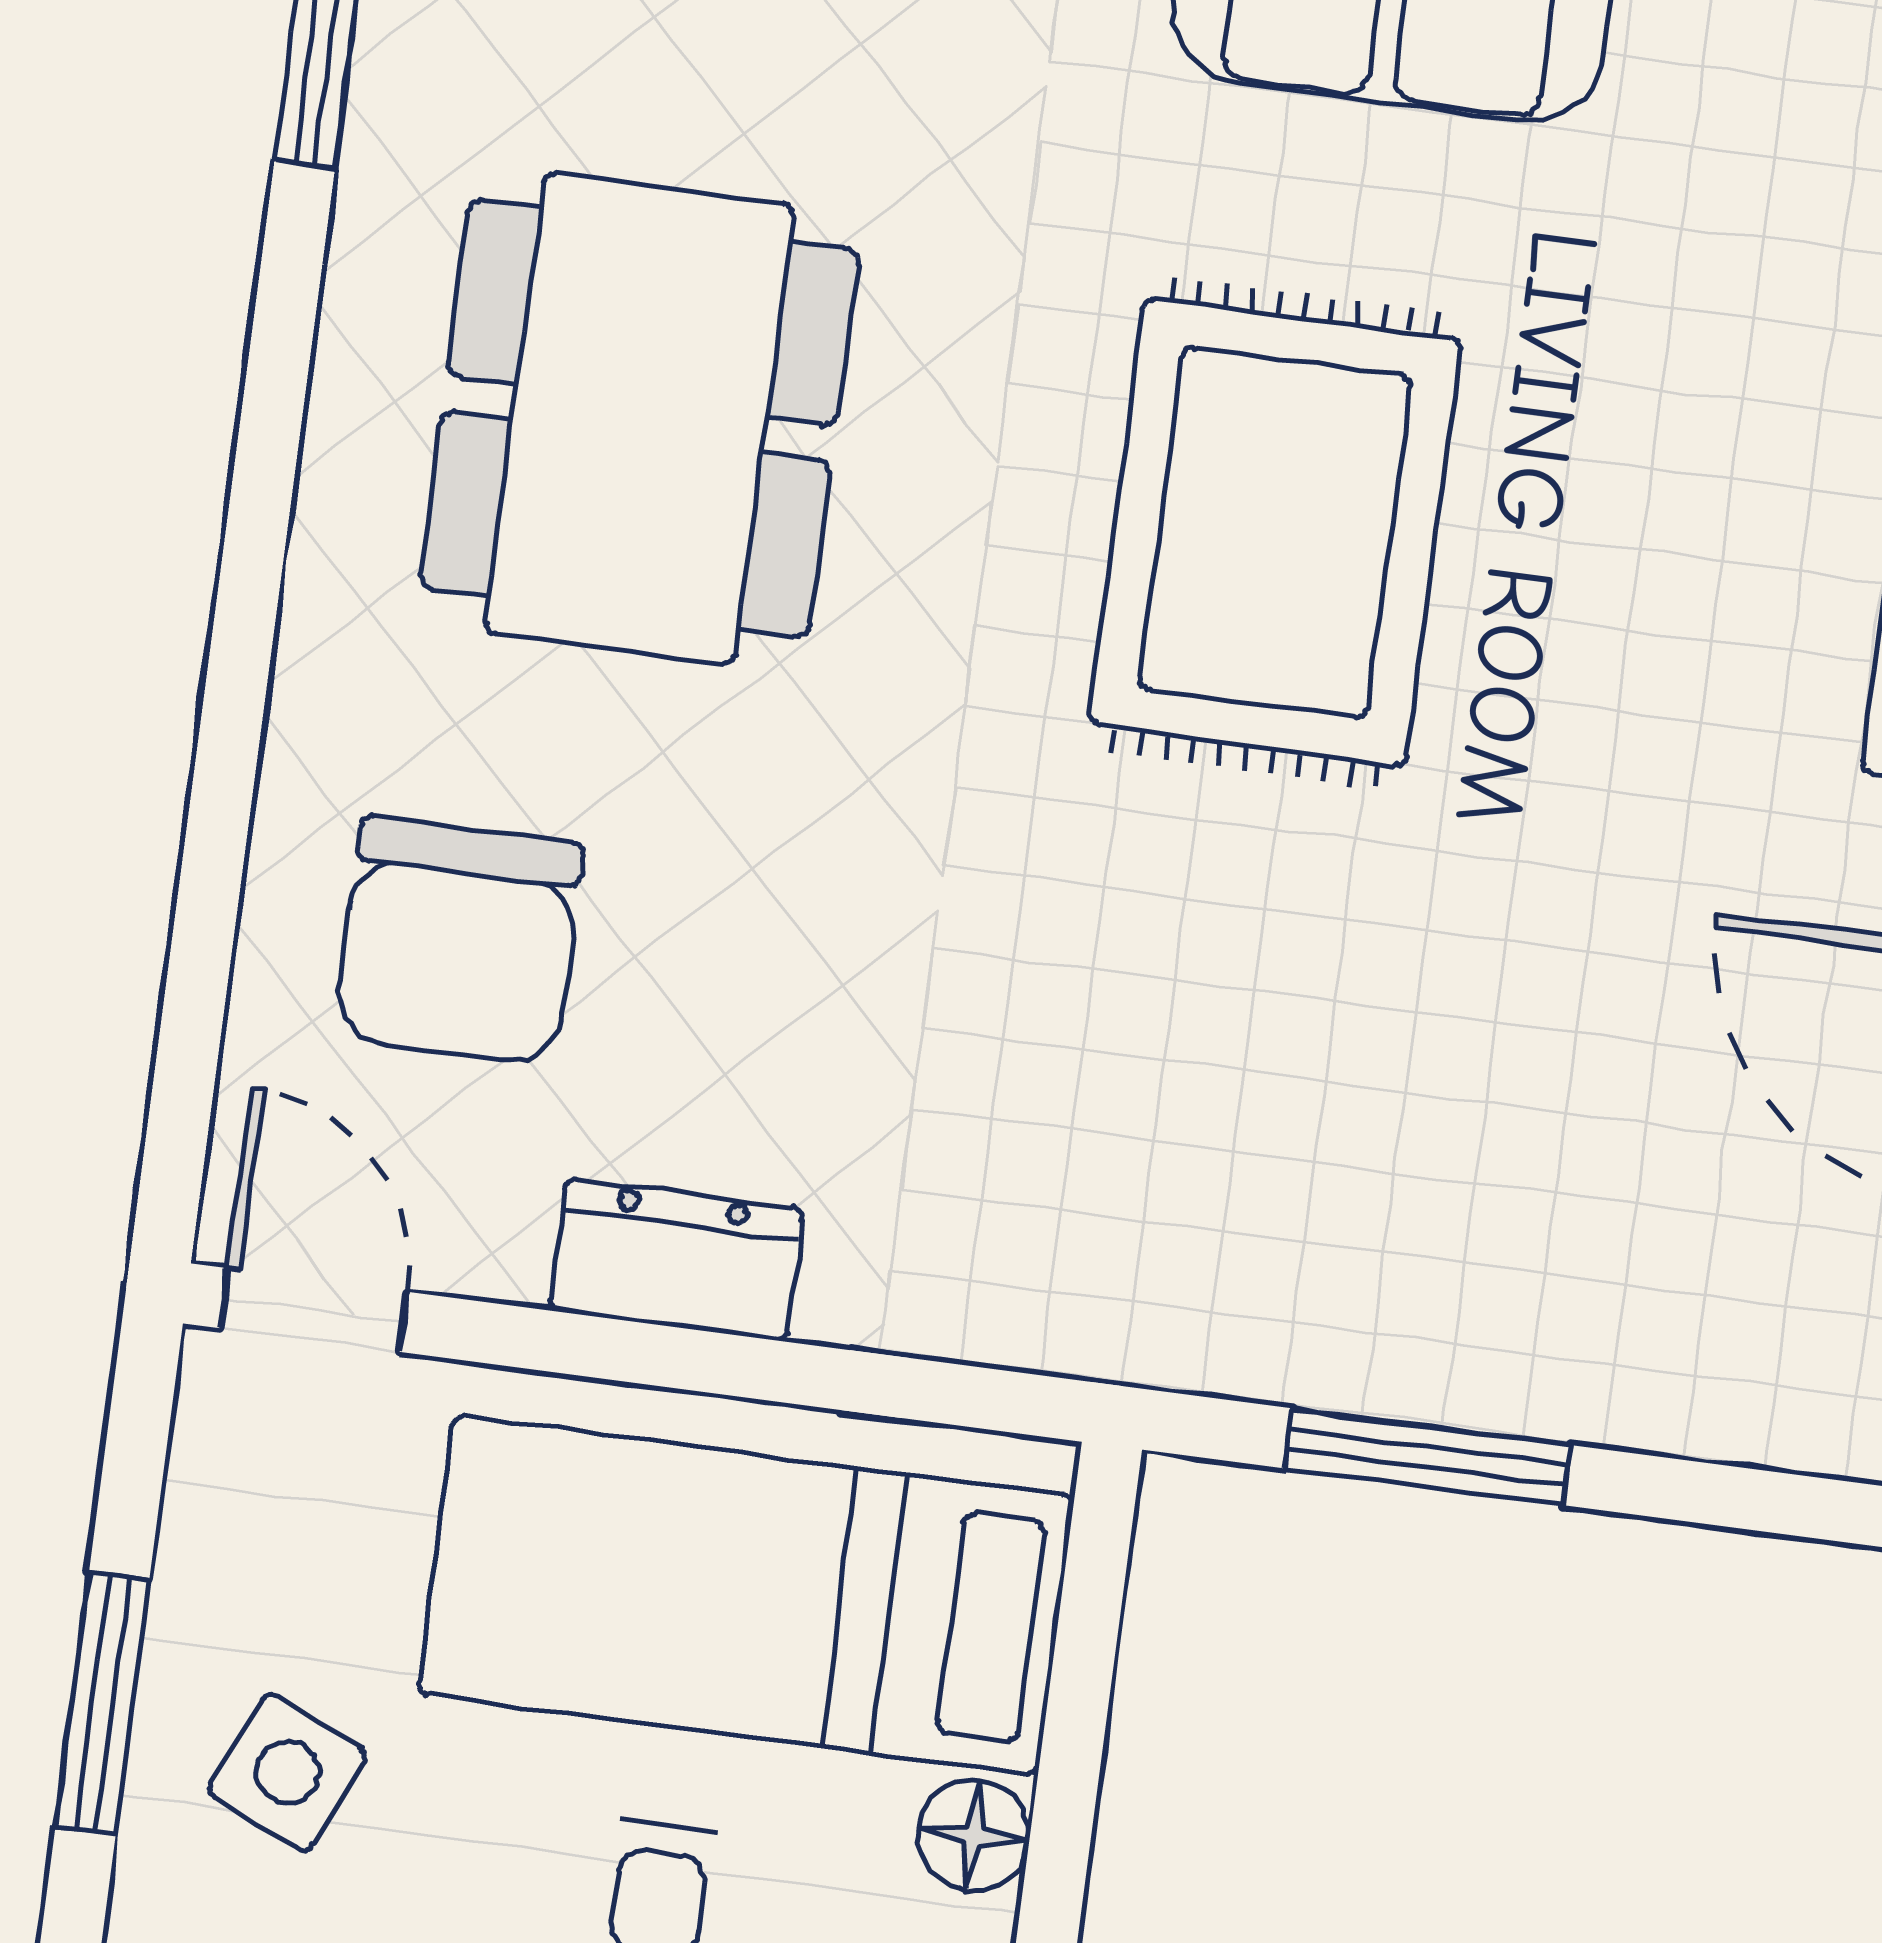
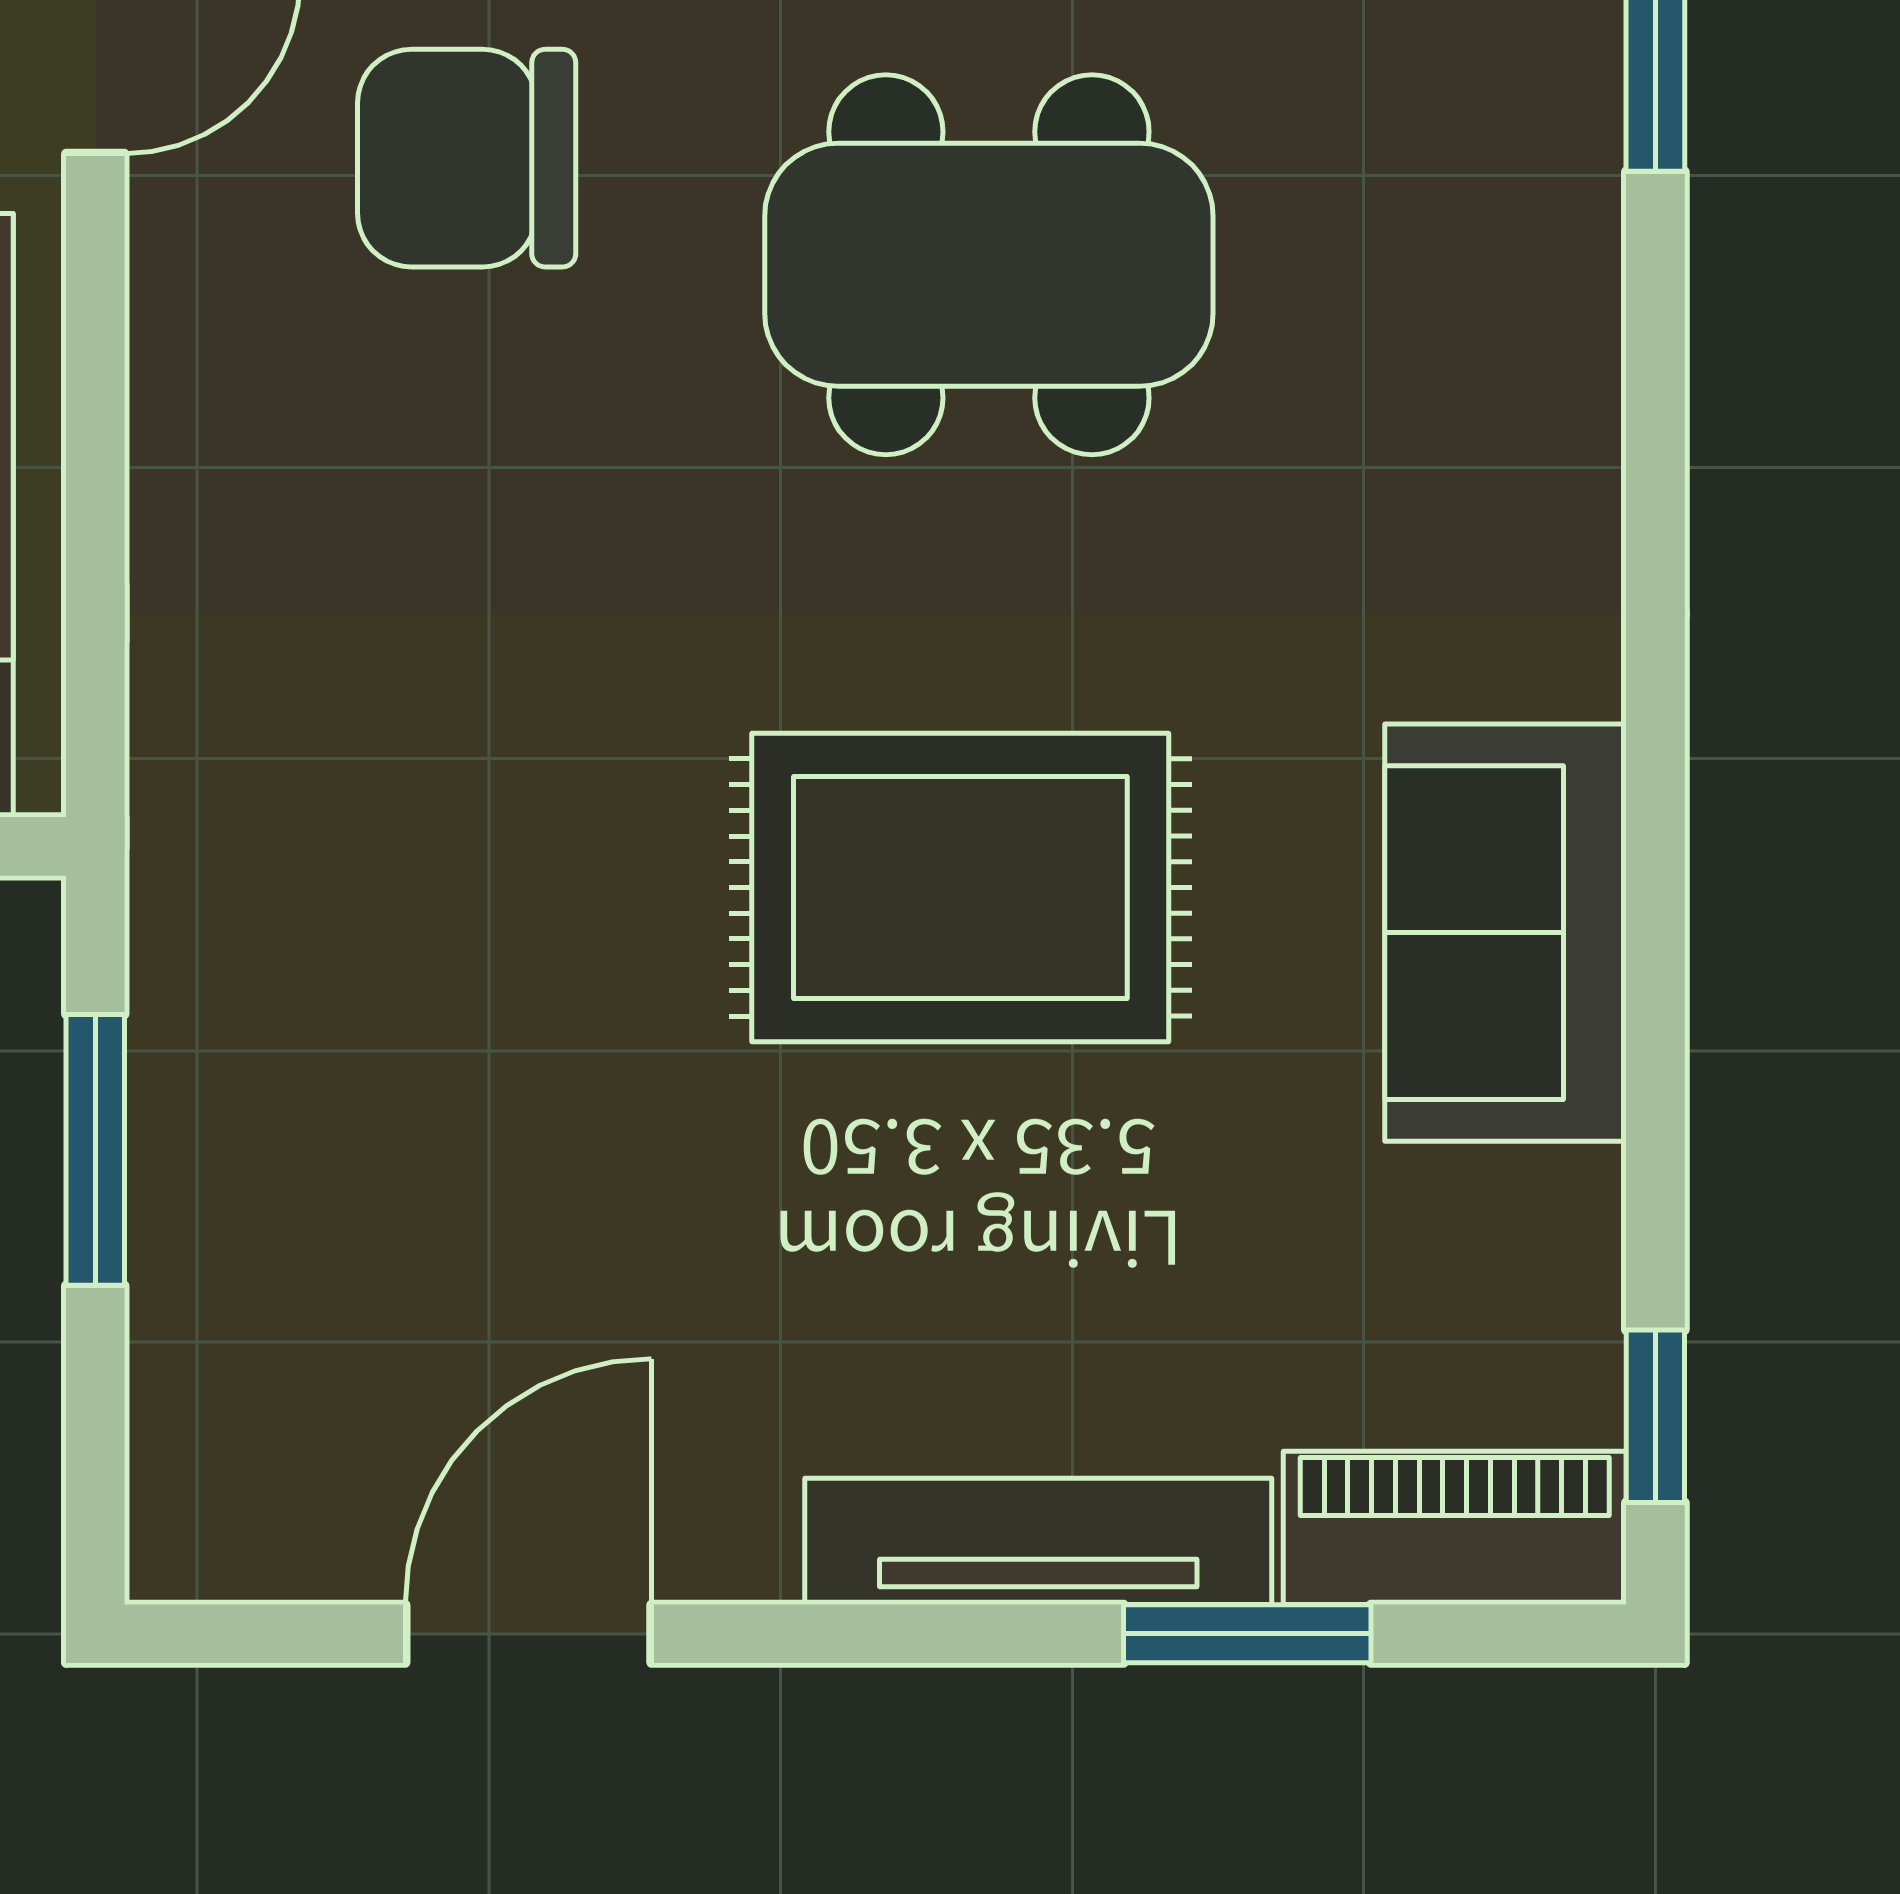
dresser: (677, 1259) -> (189, 407), removed

